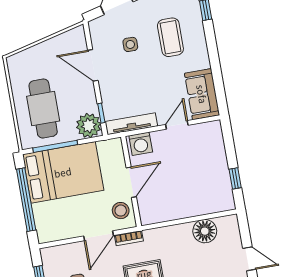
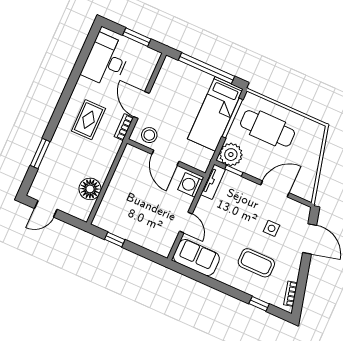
tv unit: (131, 124) -> (213, 182), width x0.71
bed: (63, 172) -> (215, 114), width x0.67

